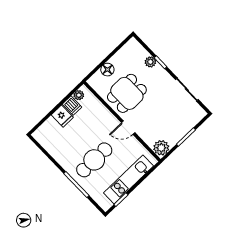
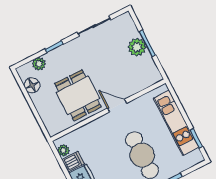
plant: (150, 62) -> (39, 64), moved
floor lamp: (107, 70) -> (32, 85), moved
door: (128, 128) -> (117, 106), swing flipped
plant: (161, 148) -> (137, 47), moved

